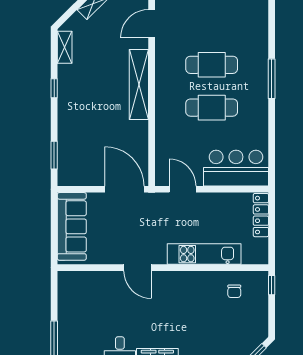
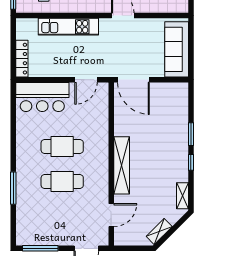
window: (272, 79) -> (13, 188), moved
window: (54, 155) -> (191, 134), moved
door: (183, 189) -> (86, 80), hinge flipped

